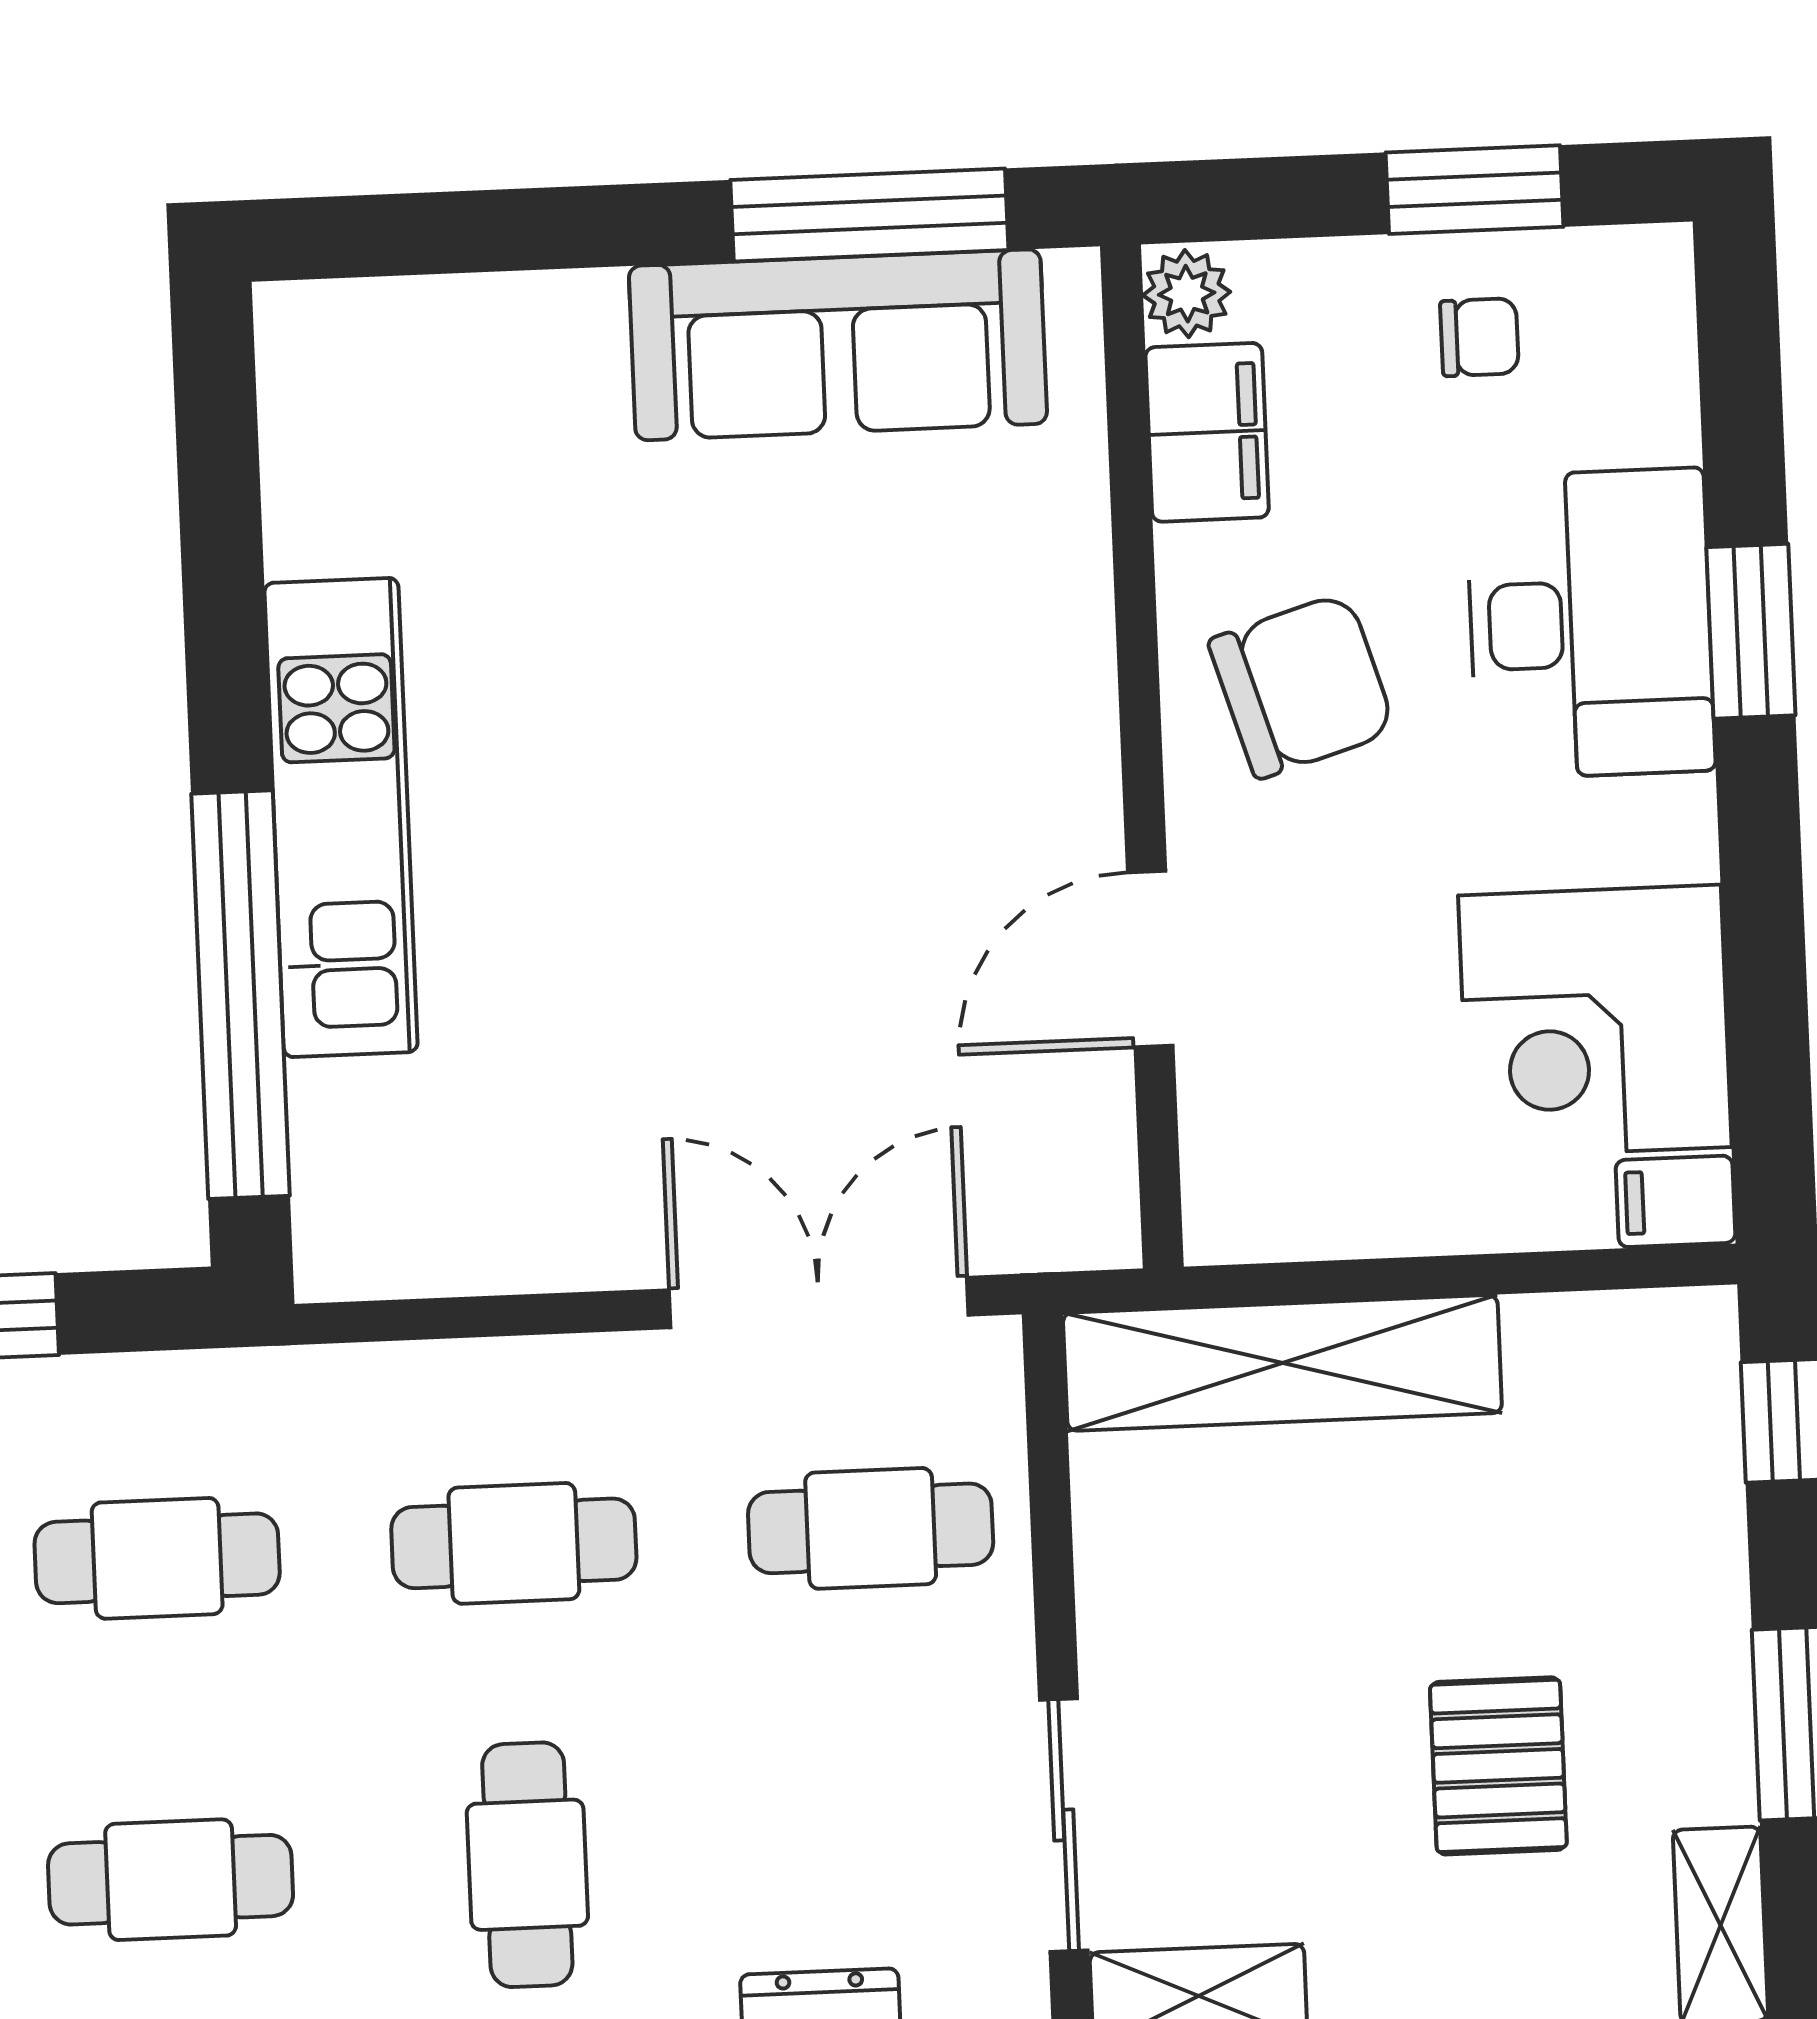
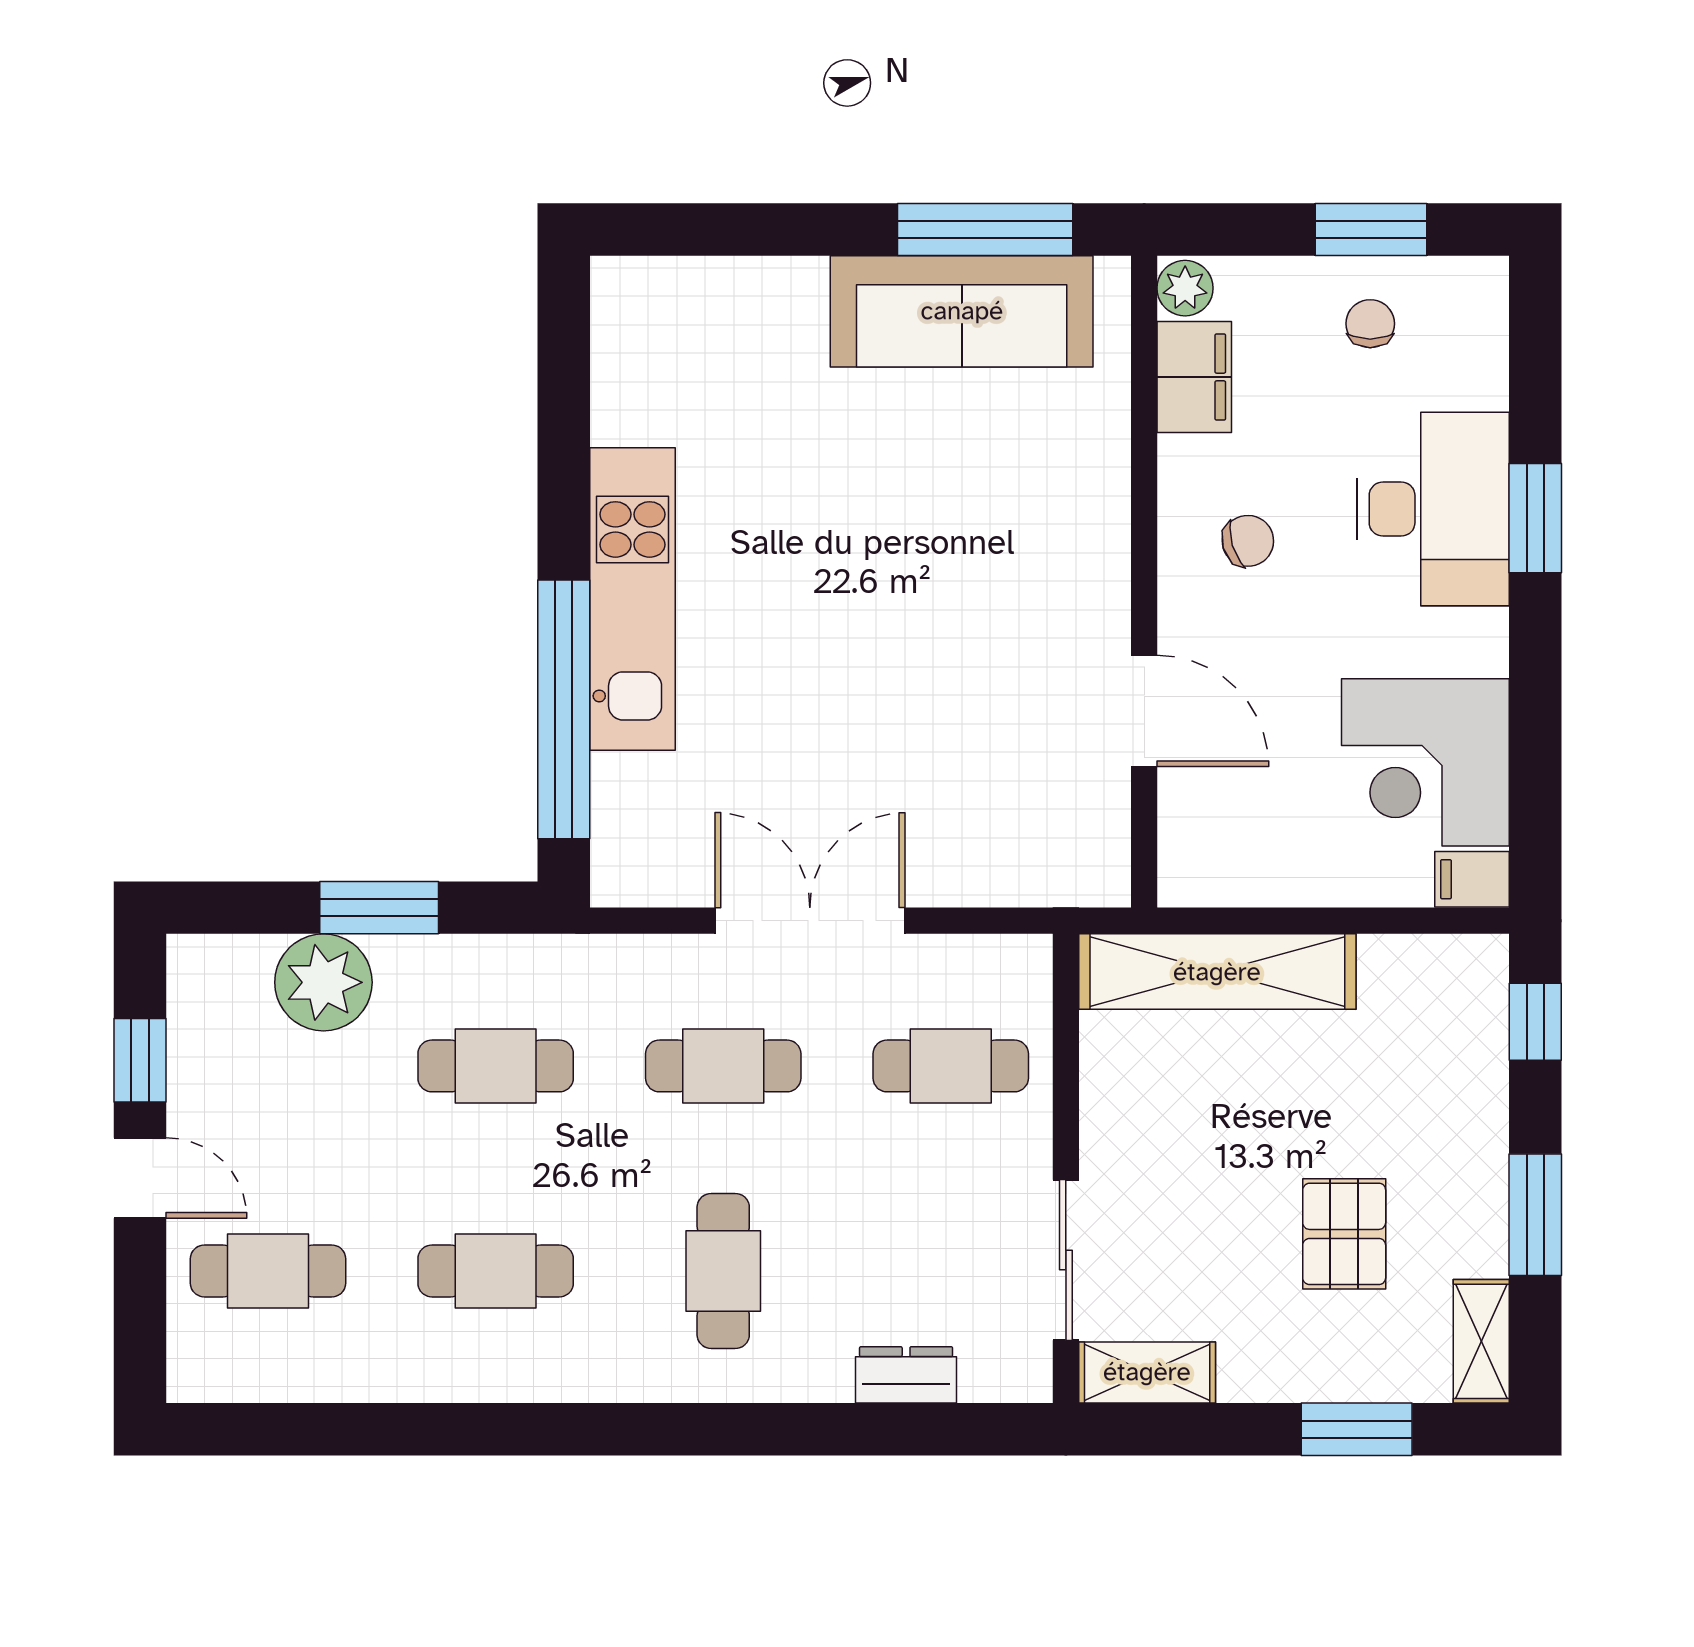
chair: (1479, 337) -> (1370, 324), turned -90
chair: (1302, 686) -> (1248, 541), width x0.54, depth x0.54
door: (1150, 959) -> (1144, 711), swing flipped
double door: (819, 1302) -> (810, 921), moved

